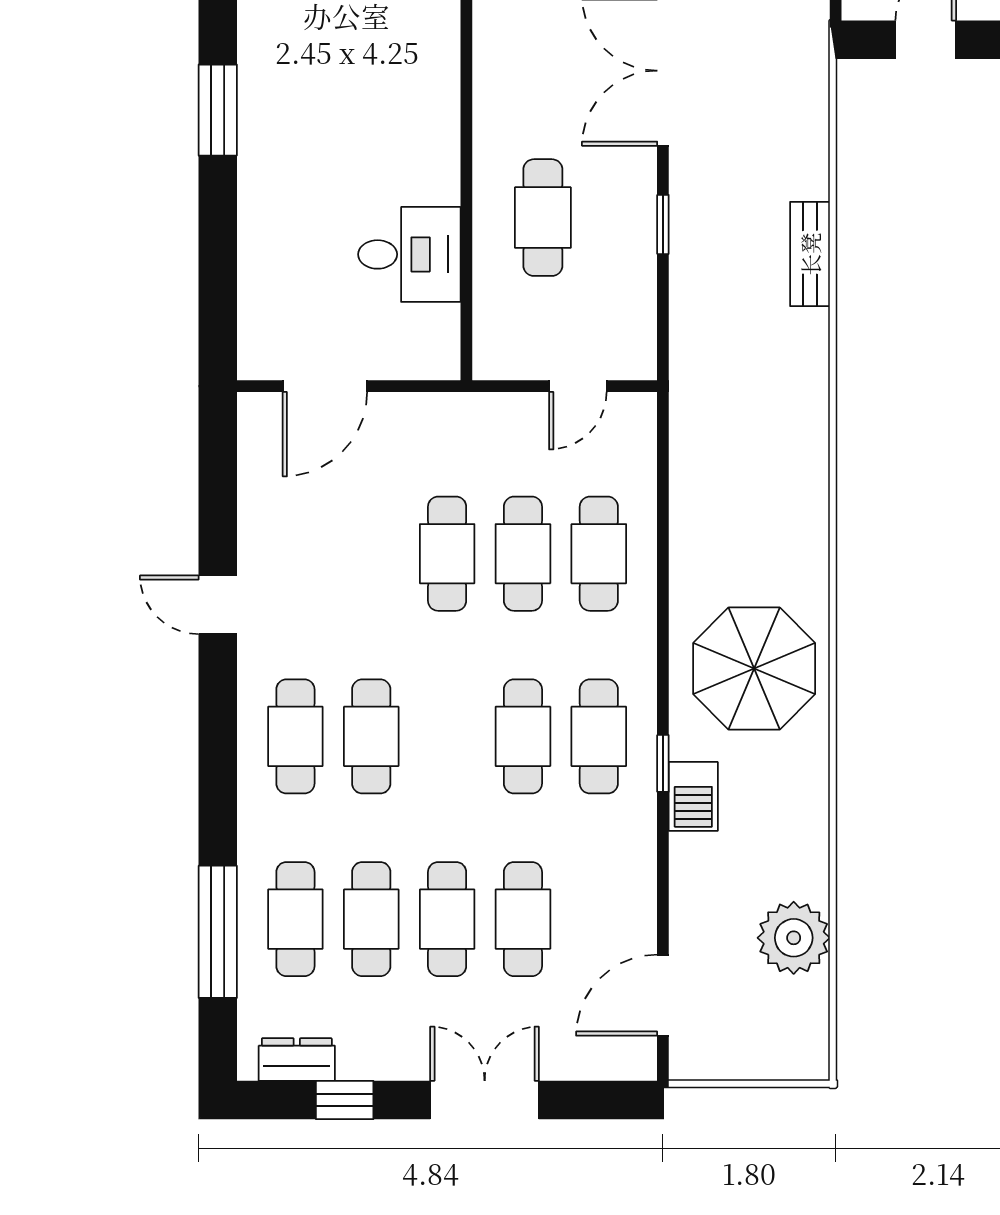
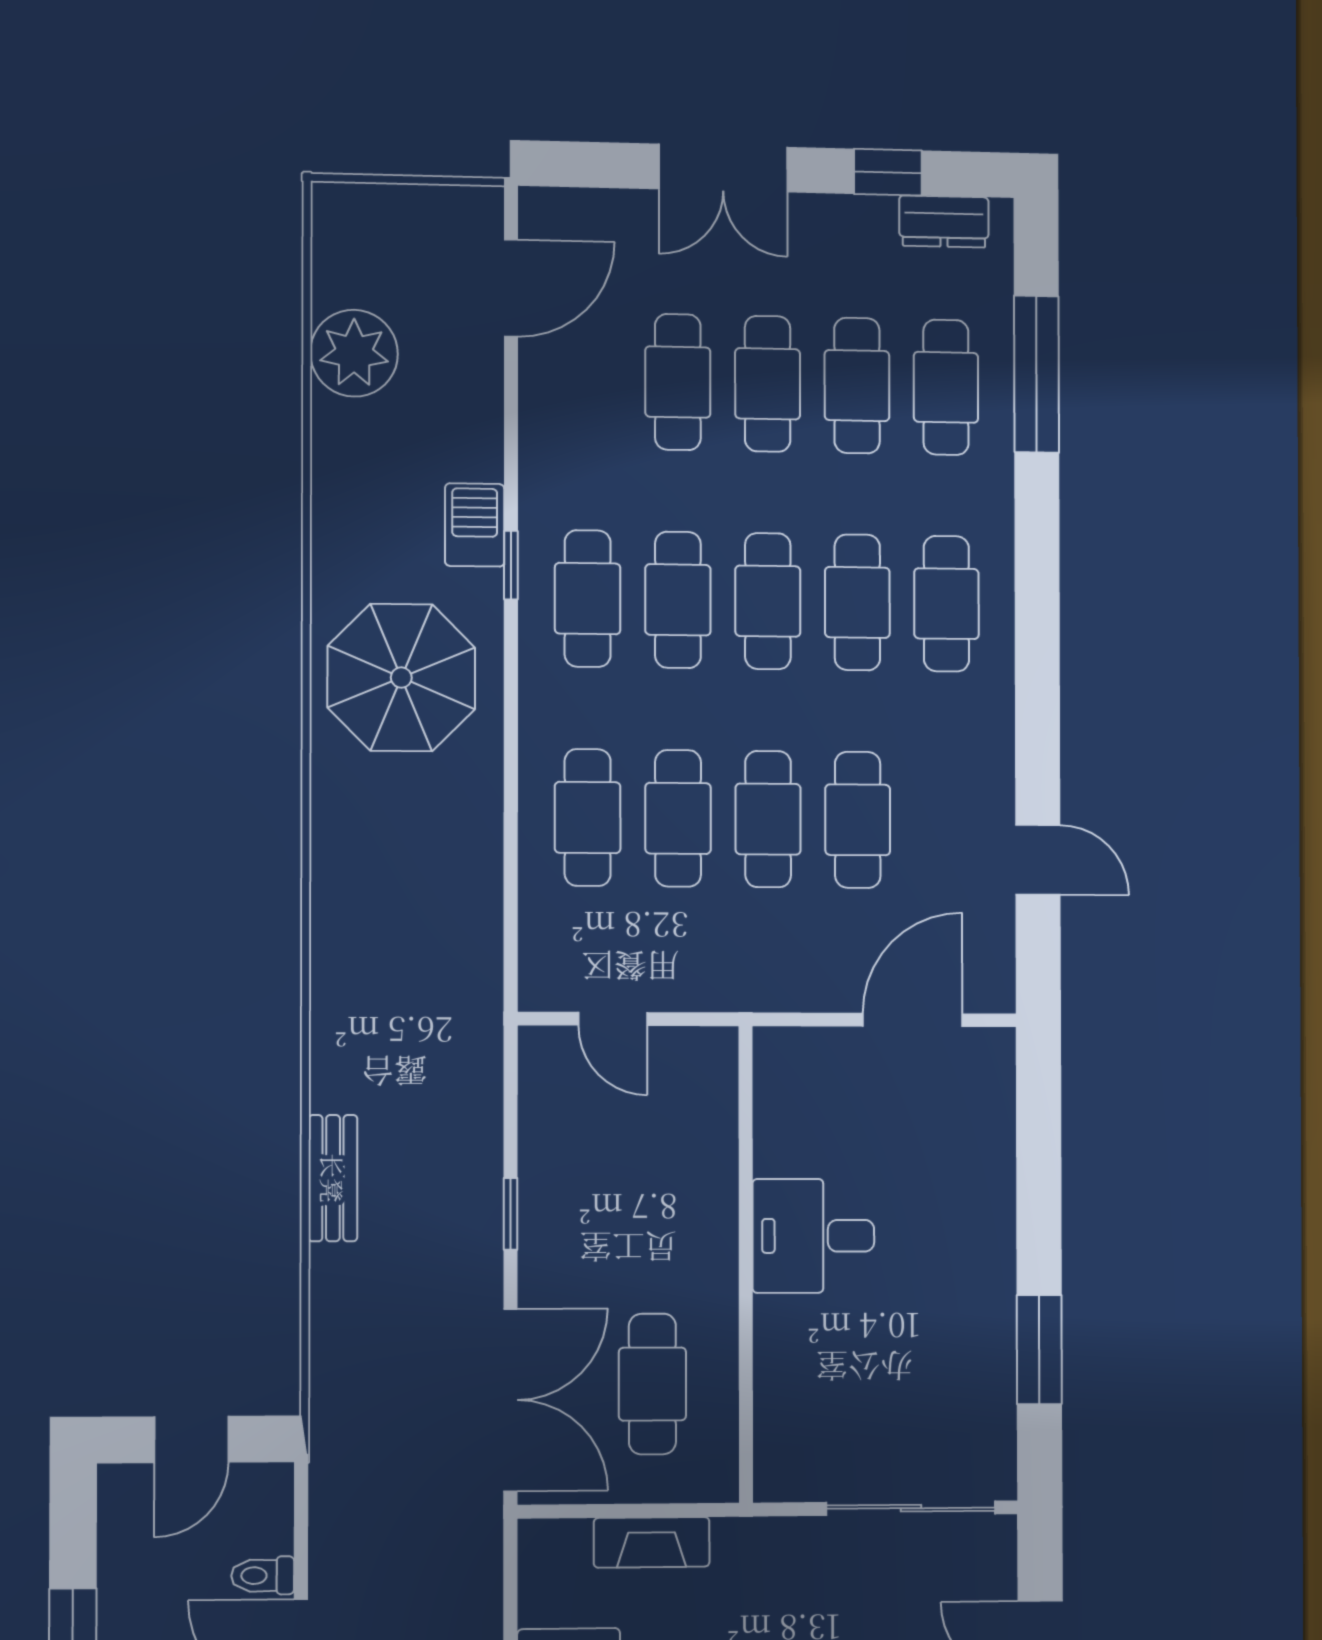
cafe table: (543, 218) -> (652, 1384), moved
desk: (409, 254) -> (813, 1236), moved
door: (578, 386) -> (613, 1019), swing flipped
cafe table: (371, 554) -> (858, 820), added
door: (218, 605) -> (1038, 860), moved
cafe table: (447, 736) -> (768, 601), added

